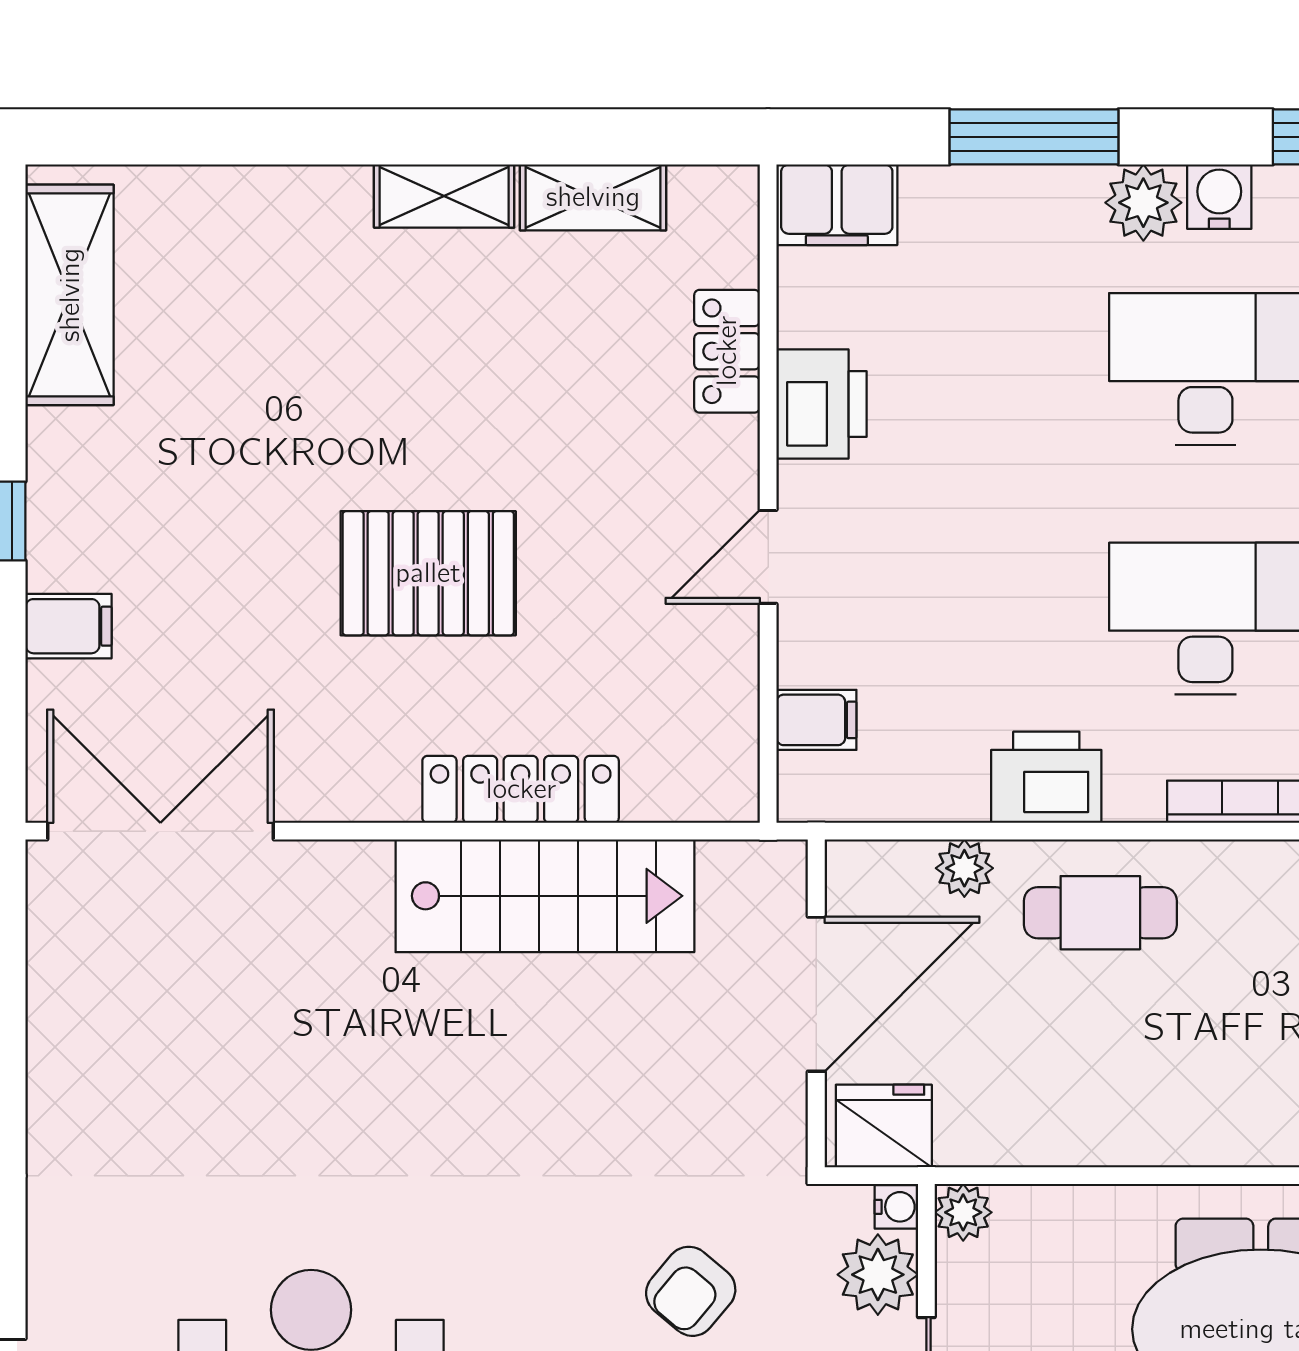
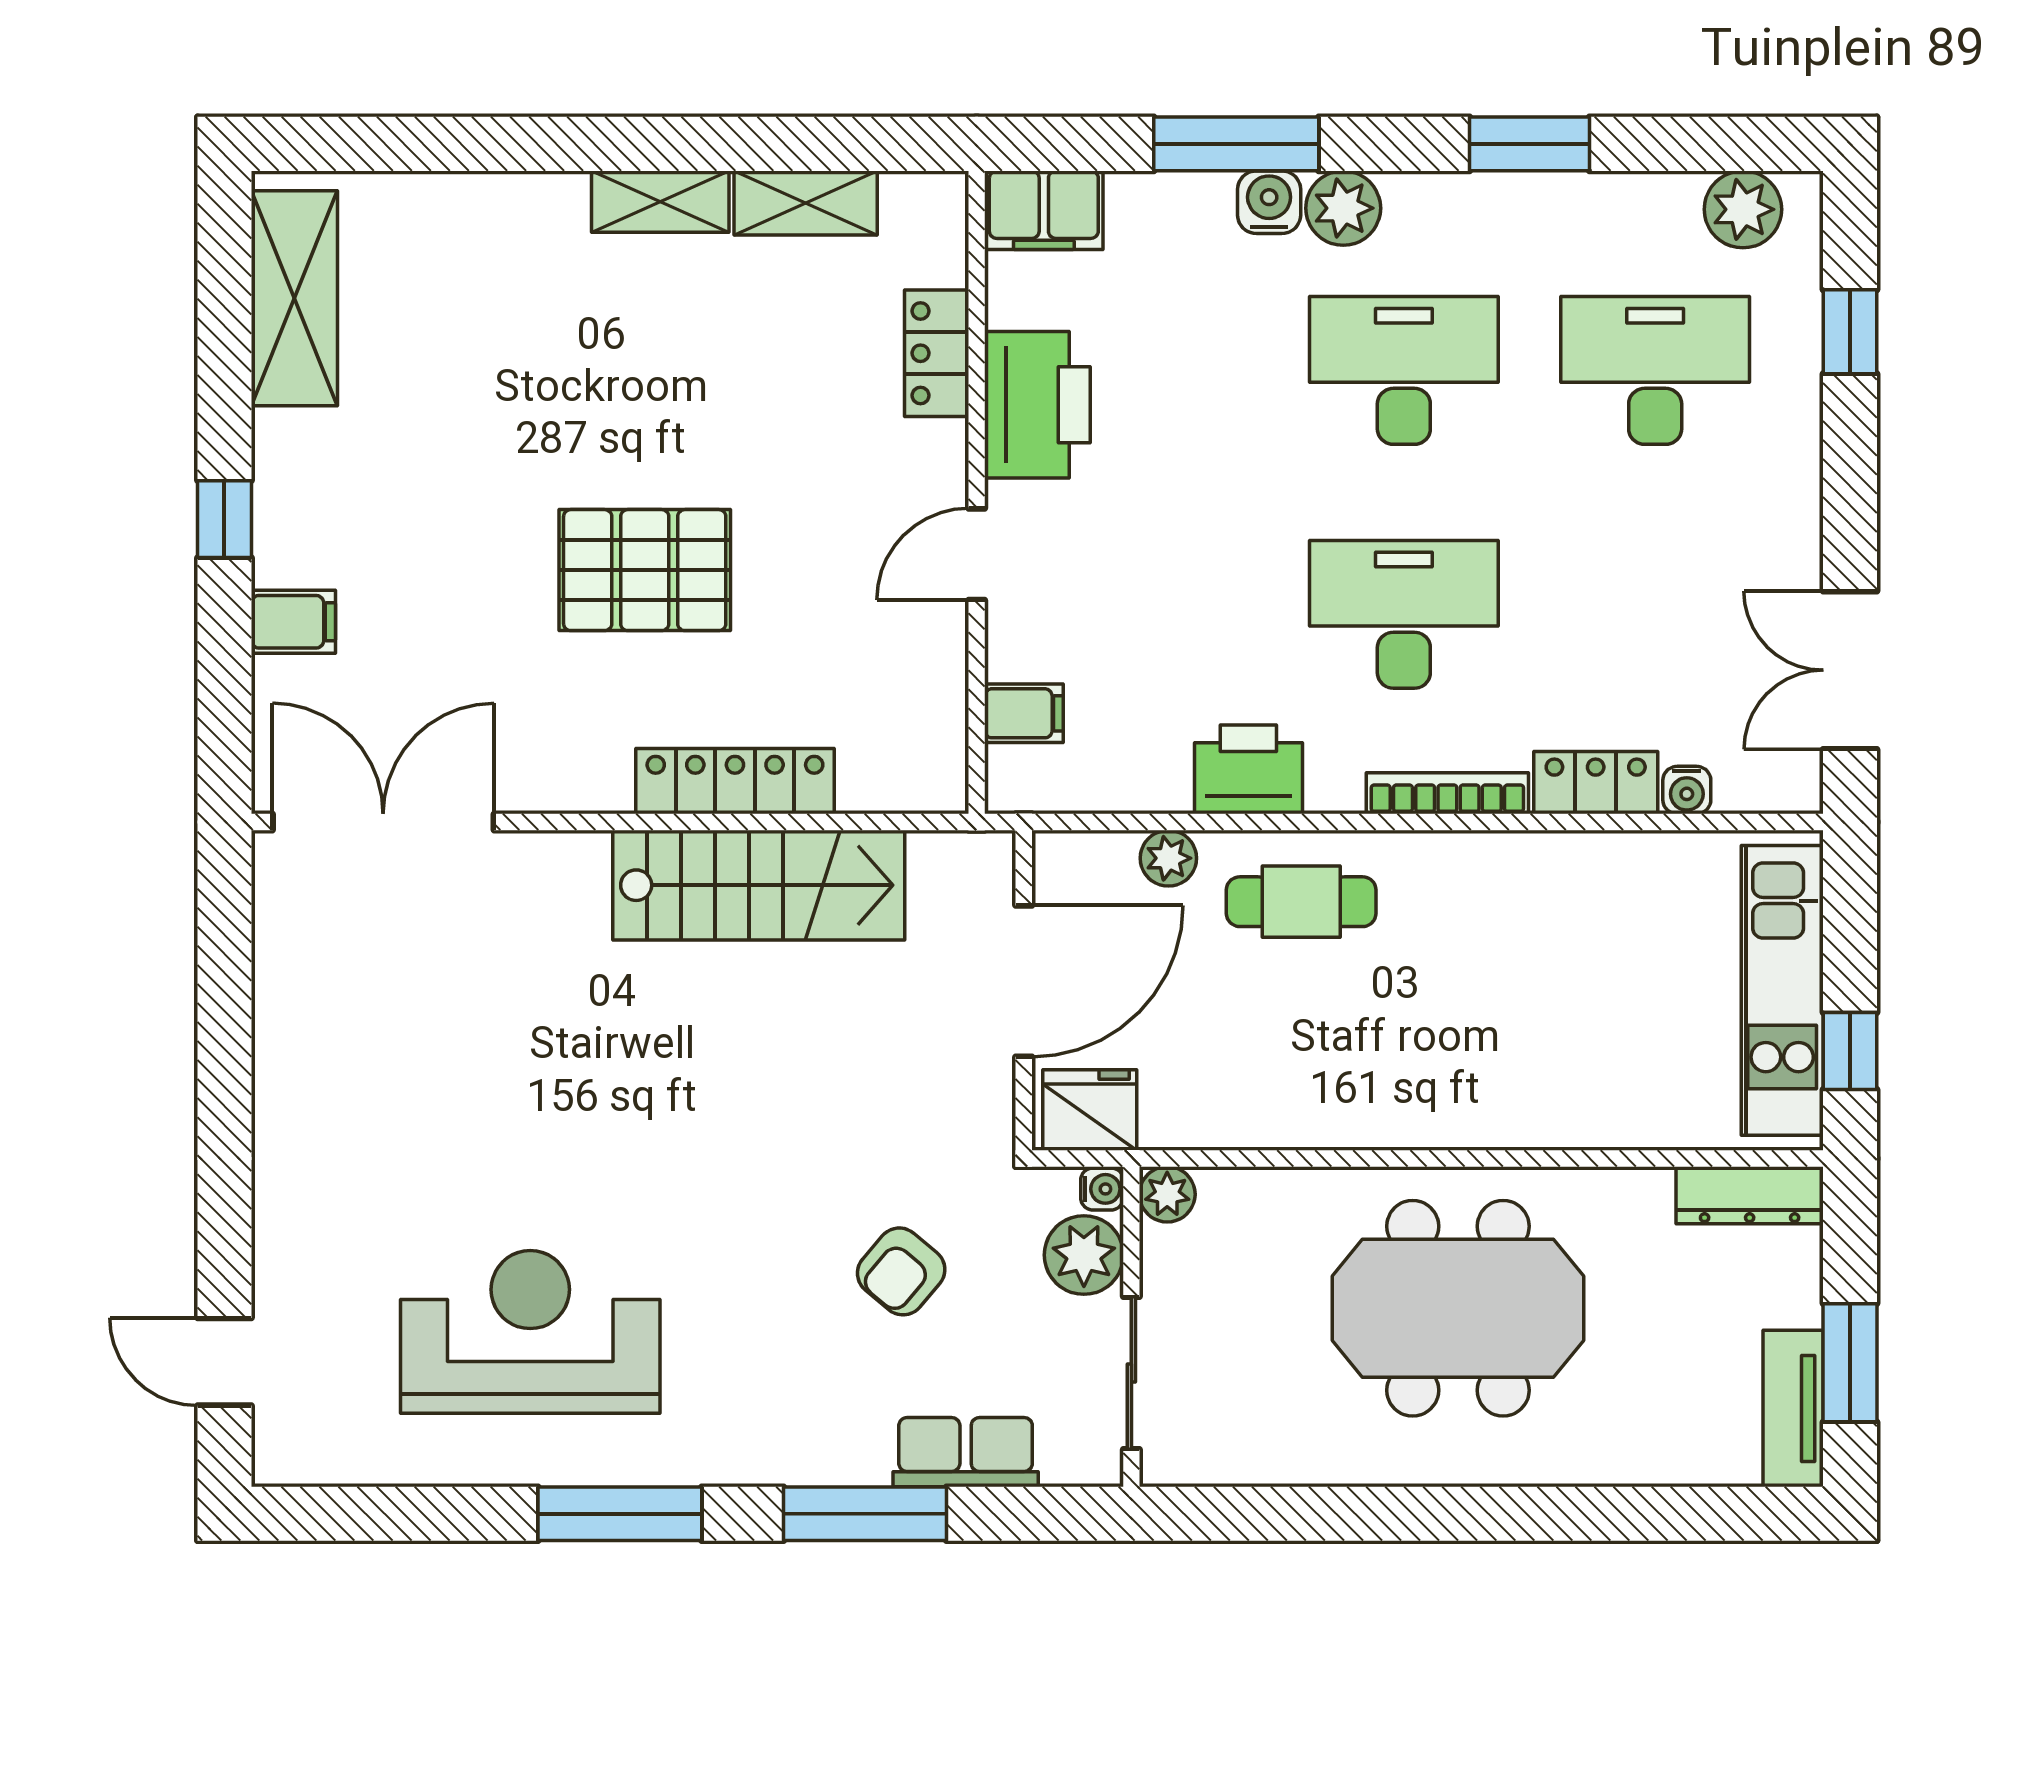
water cooler: (1219, 197) -> (1269, 202), moved
printer: (821, 404) -> (1037, 405), width x1.37, depth x1.19

